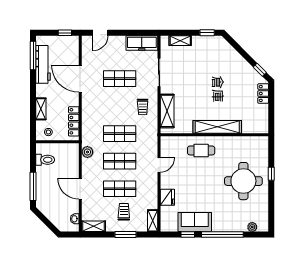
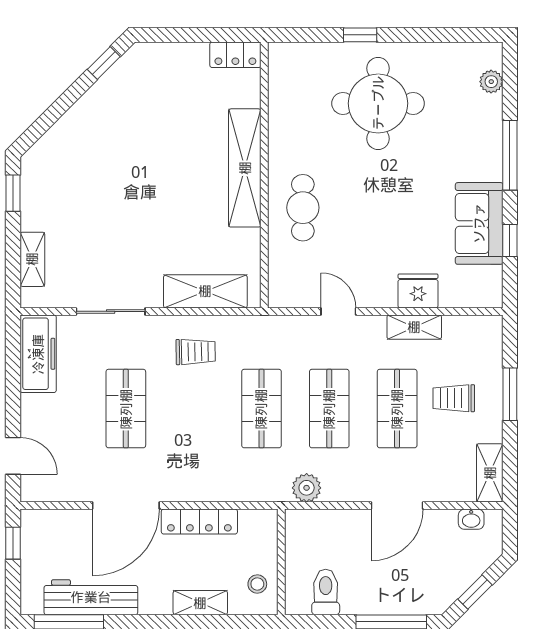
locker: (263, 93) -> (235, 55), moved
locker: (74, 121) -> (199, 522), moved
window: (45, 220) -> (475, 592), added
shelving: (153, 221) -> (414, 327), moved
window: (222, 235) -> (510, 155), width x0.68

